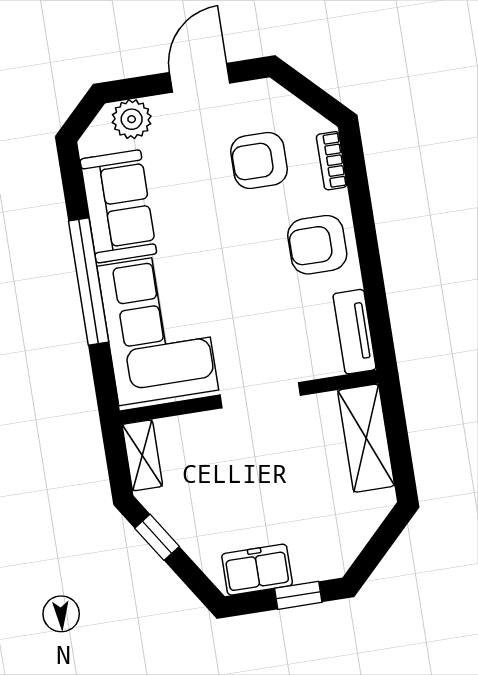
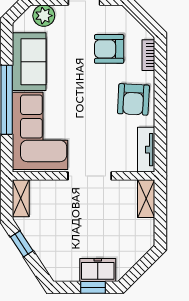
armchair: (317, 245) -> (133, 99), turned -87
shelving: (366, 438) -> (146, 199), width x0.67, depth x0.75
freezer: (257, 570) -> (98, 270), moved

